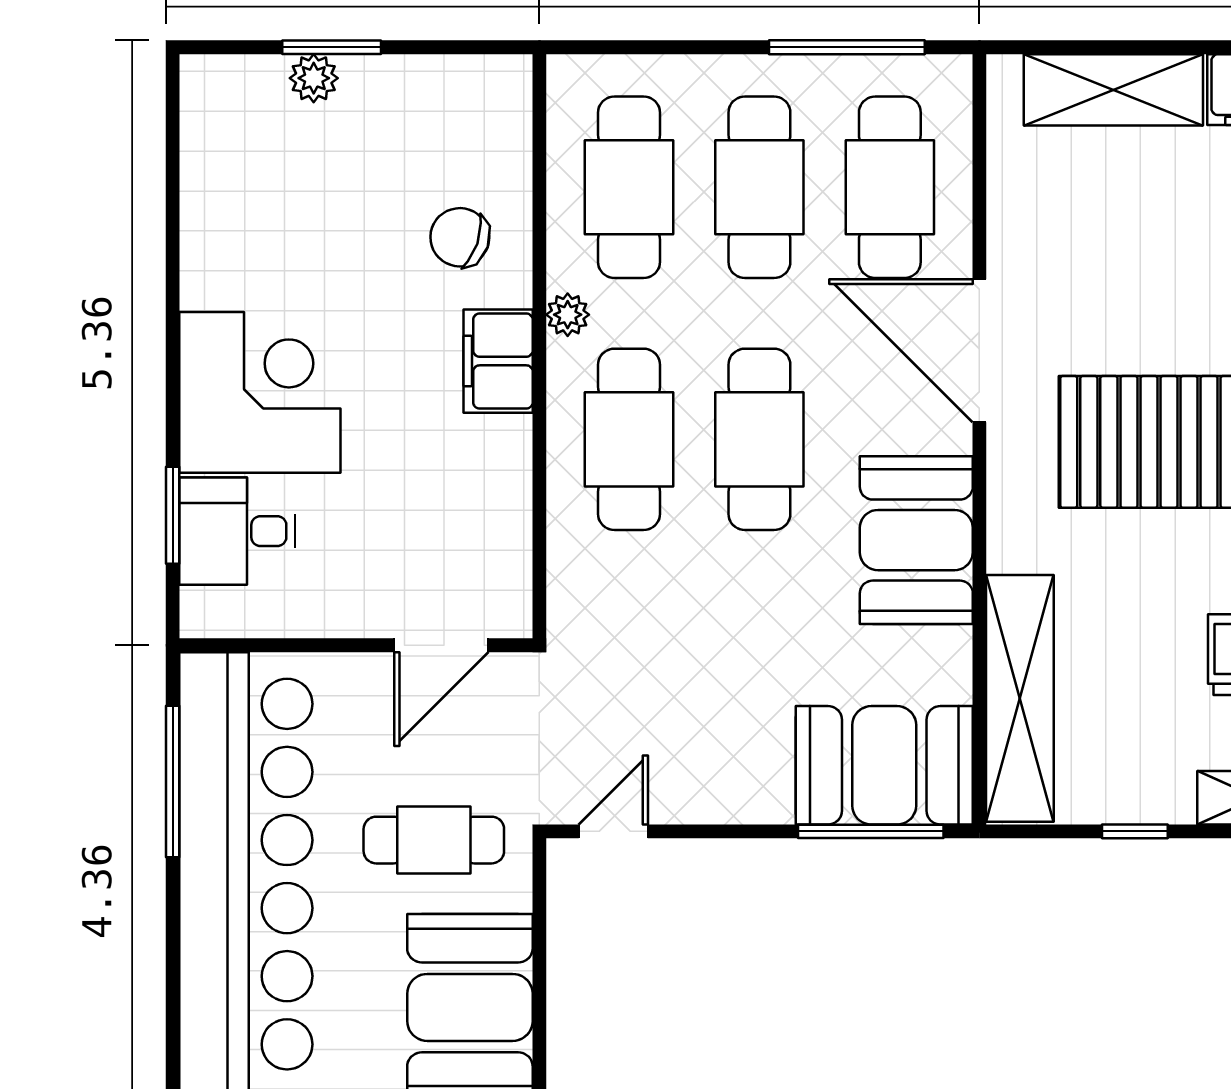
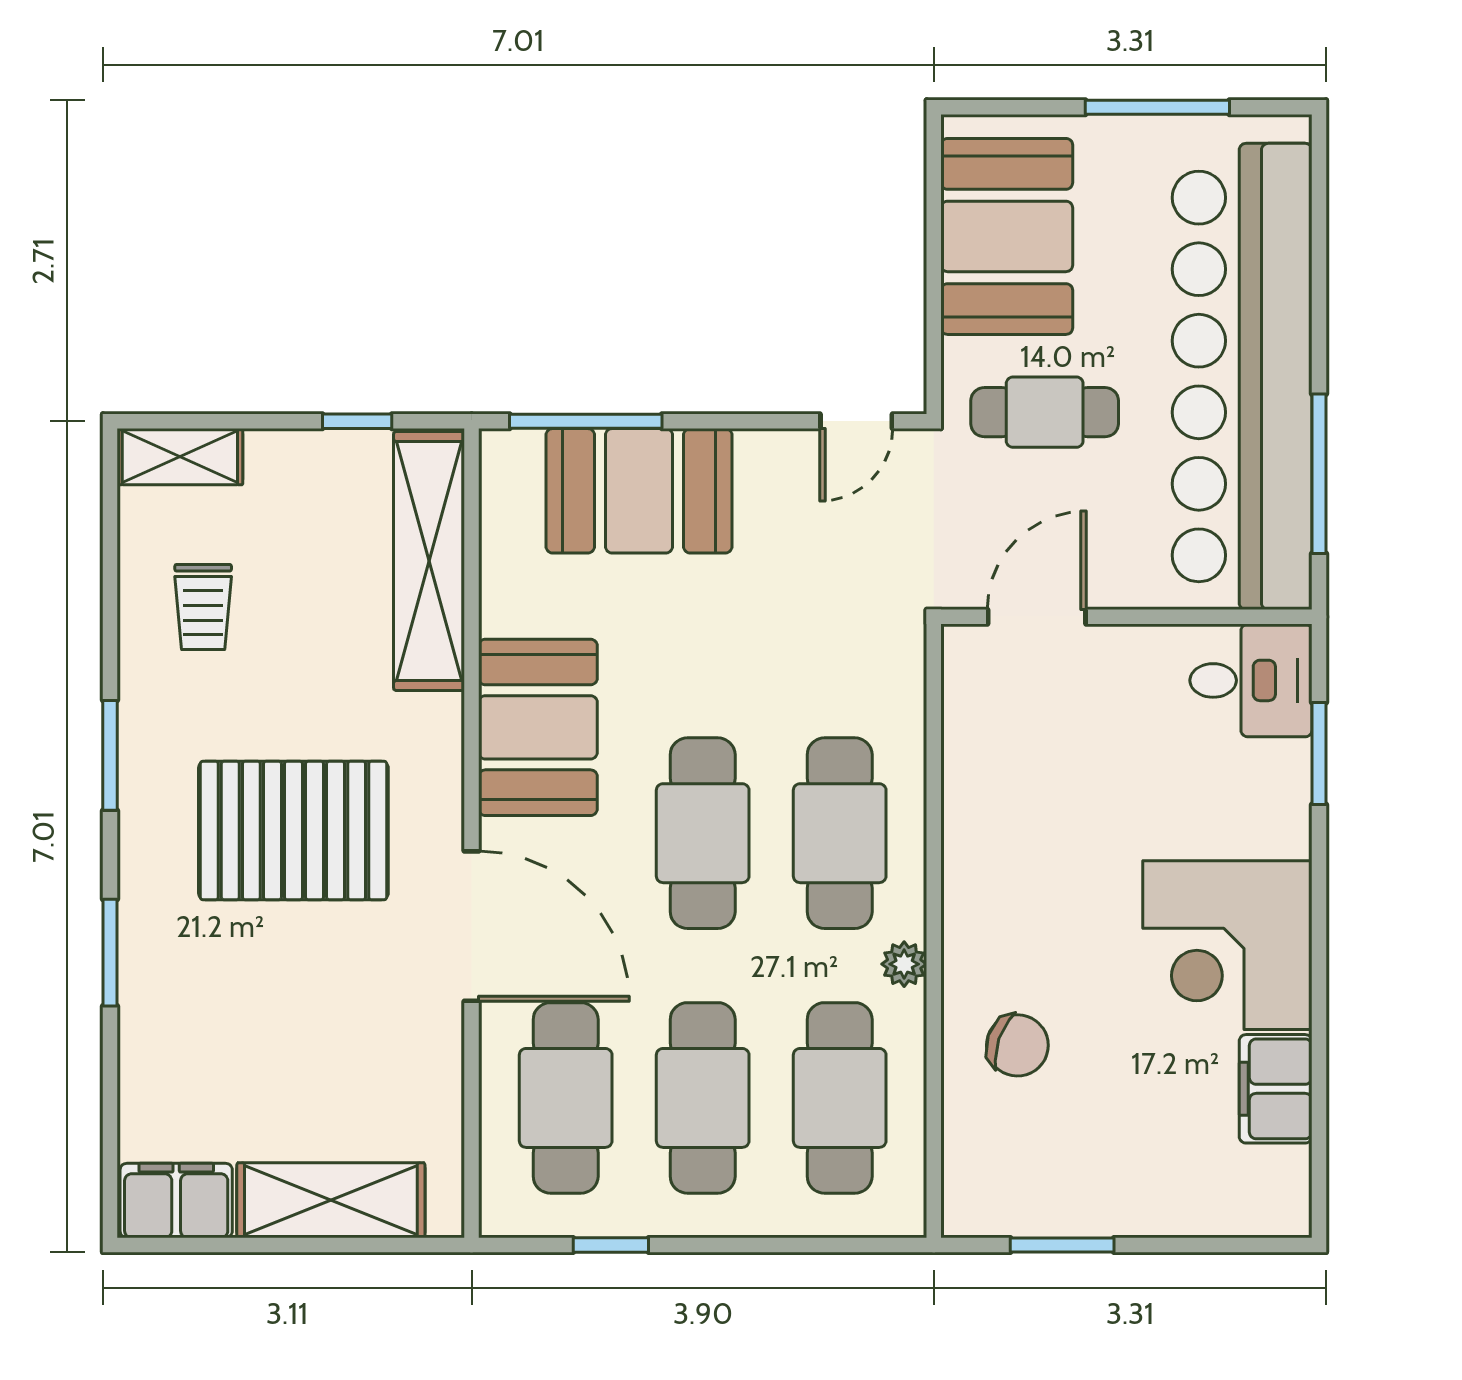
window: (332, 47) -> (1062, 1245), moved
window: (847, 47) -> (611, 1245), width x0.46
plant: (314, 78) -> (1171, 1213), removed
filing cabinet: (498, 361) -> (1276, 1089), moved, turned 180
corner desk: (260, 392) -> (1227, 945), moved
desk: (237, 531) -> (1251, 680), moved
booth: (884, 765) -> (639, 491), moved
window: (1135, 831) -> (357, 421), moved

